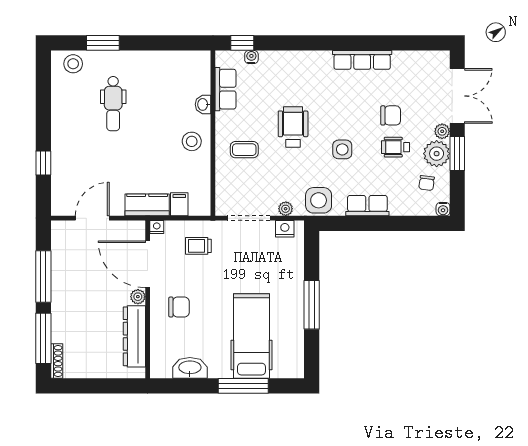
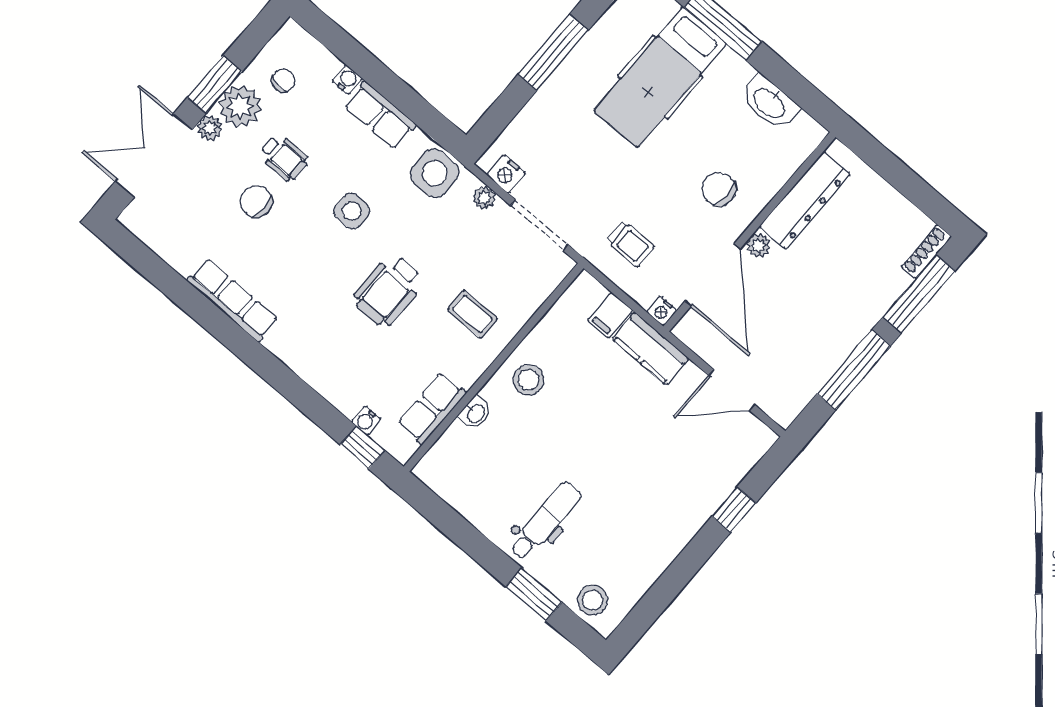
dental chair: (113, 104) -> (545, 521), moved
water cooler: (443, 209) -> (347, 80), moved

